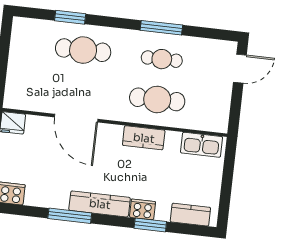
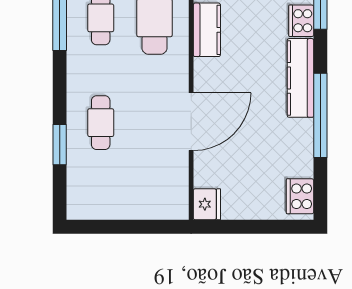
cafe table: (83, 50) -> (101, 123), width x0.73, depth x0.74
window: (70, 216) -> (320, 115), width x1.46

